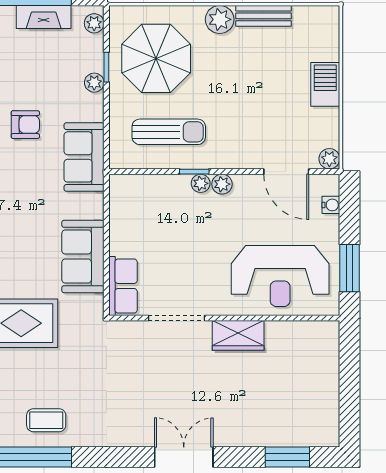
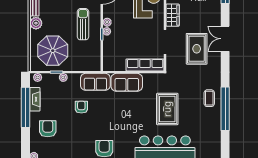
sun lounger: (169, 132) -> (83, 24), moved
sofa: (83, 256) -> (127, 82), moved
row of seats: (123, 286) -> (145, 65), width x1.48
rug: (160, 391) -> (197, 49), added

